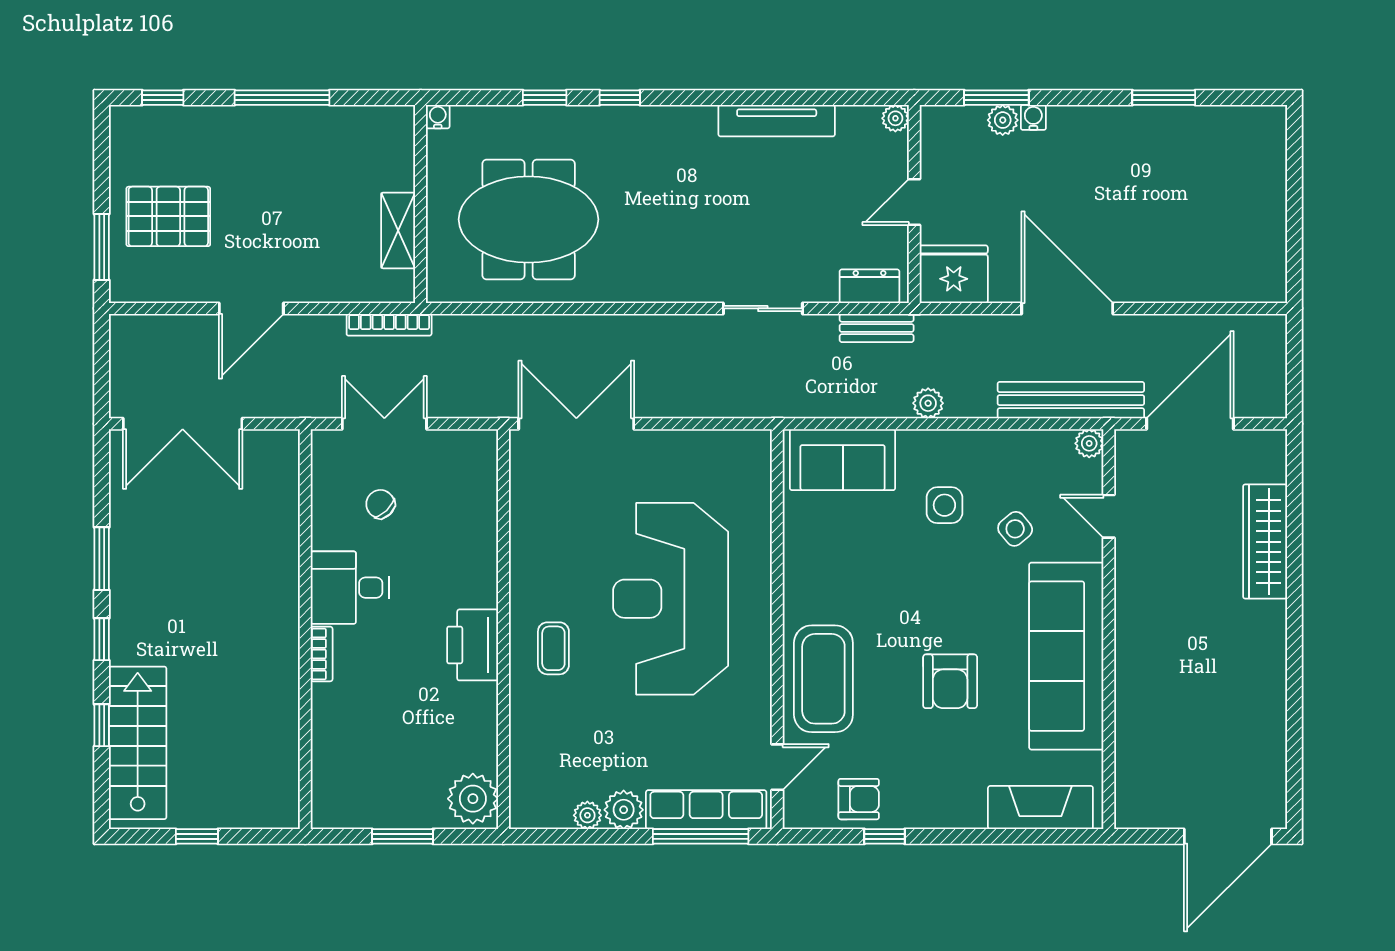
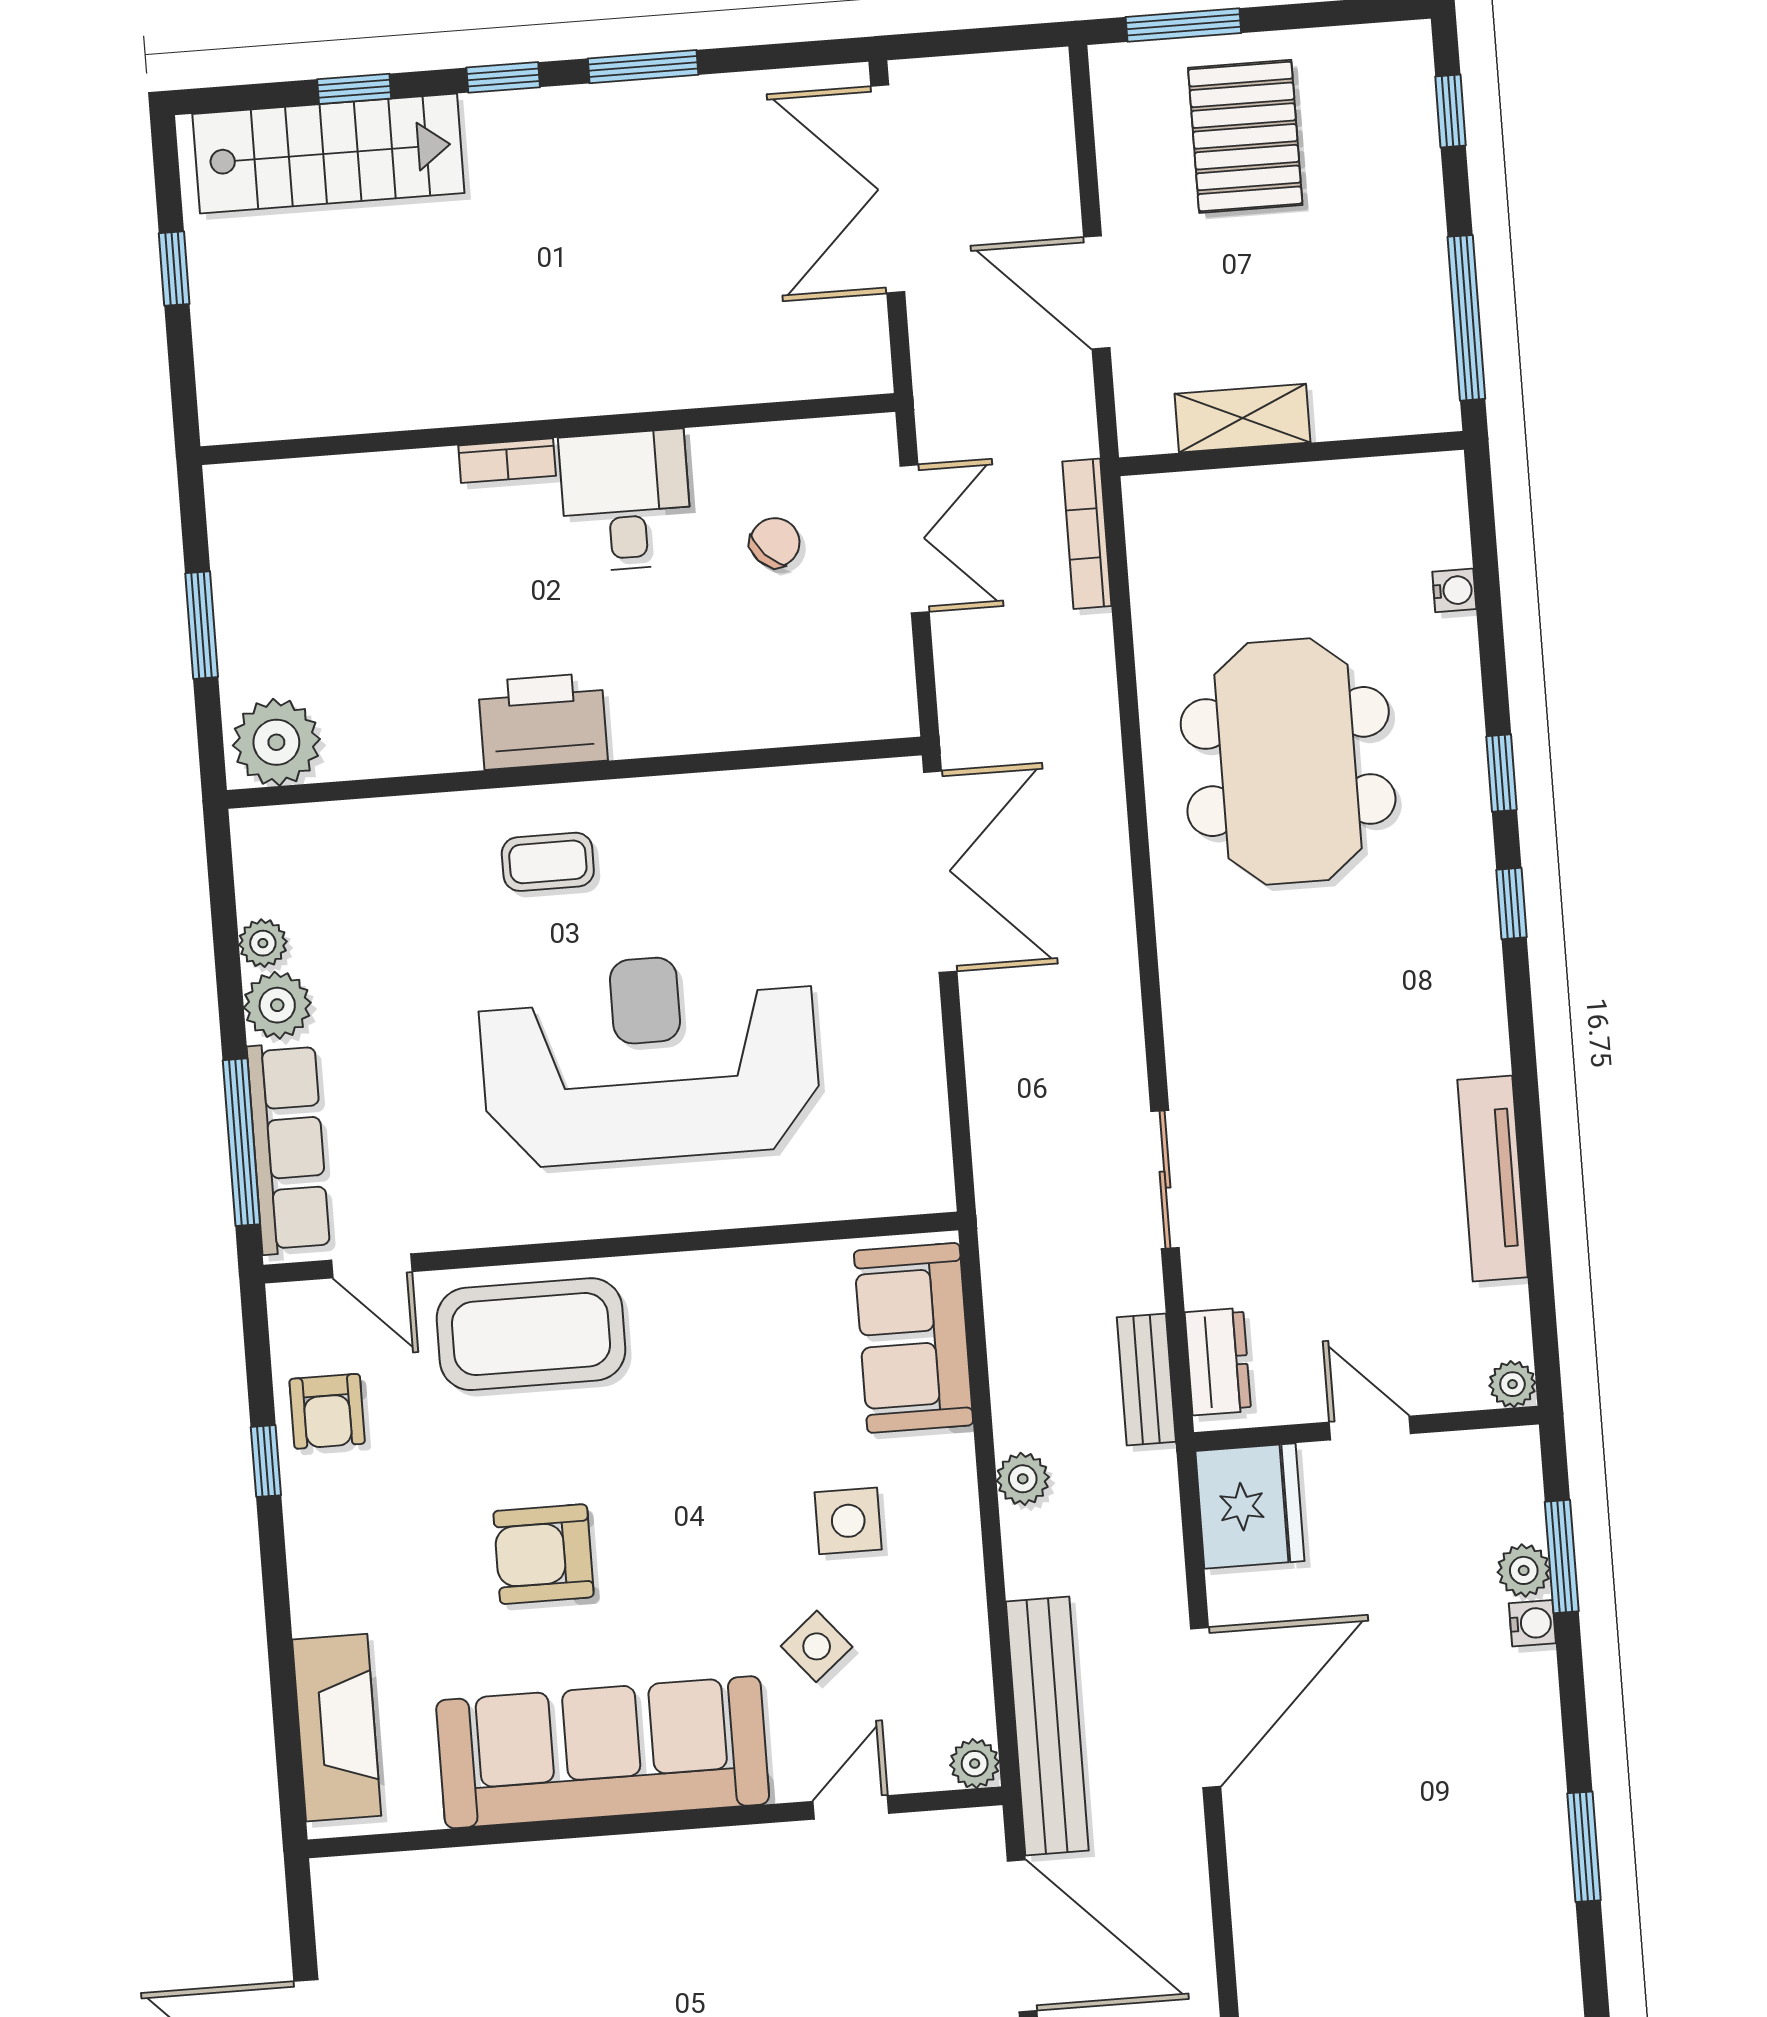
wall: (421, 204) -> (1291, 454), moved
shelving: (398, 230) -> (1242, 418), moved

